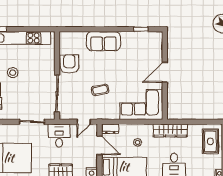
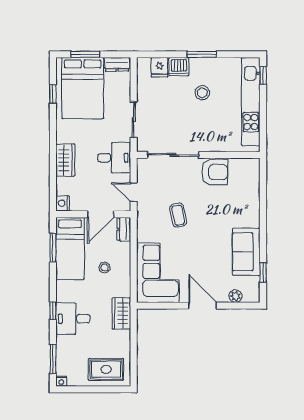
sofa: (104, 41) -> (246, 252), moved
plant: (158, 49) -> (236, 296), added
wardrobe: (170, 130) -> (121, 313), width x0.67

